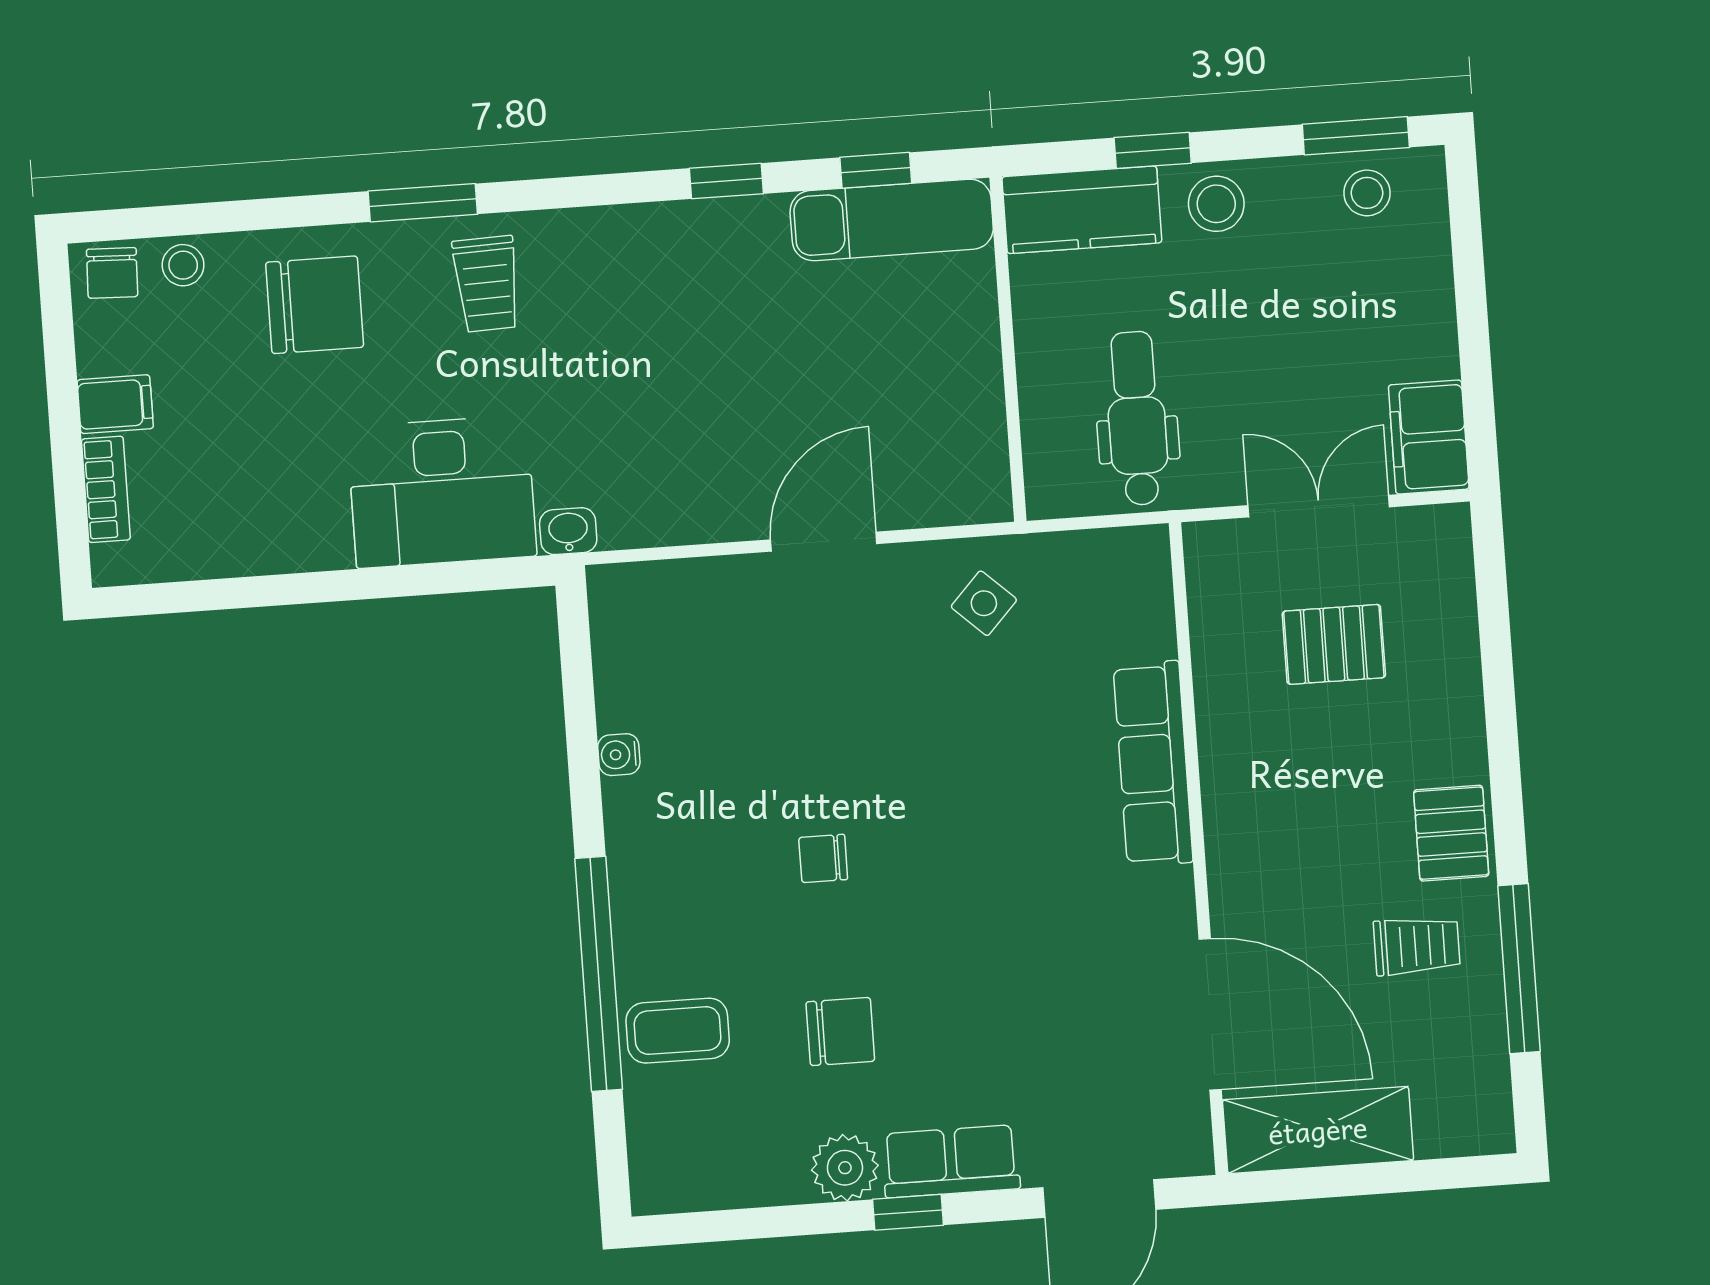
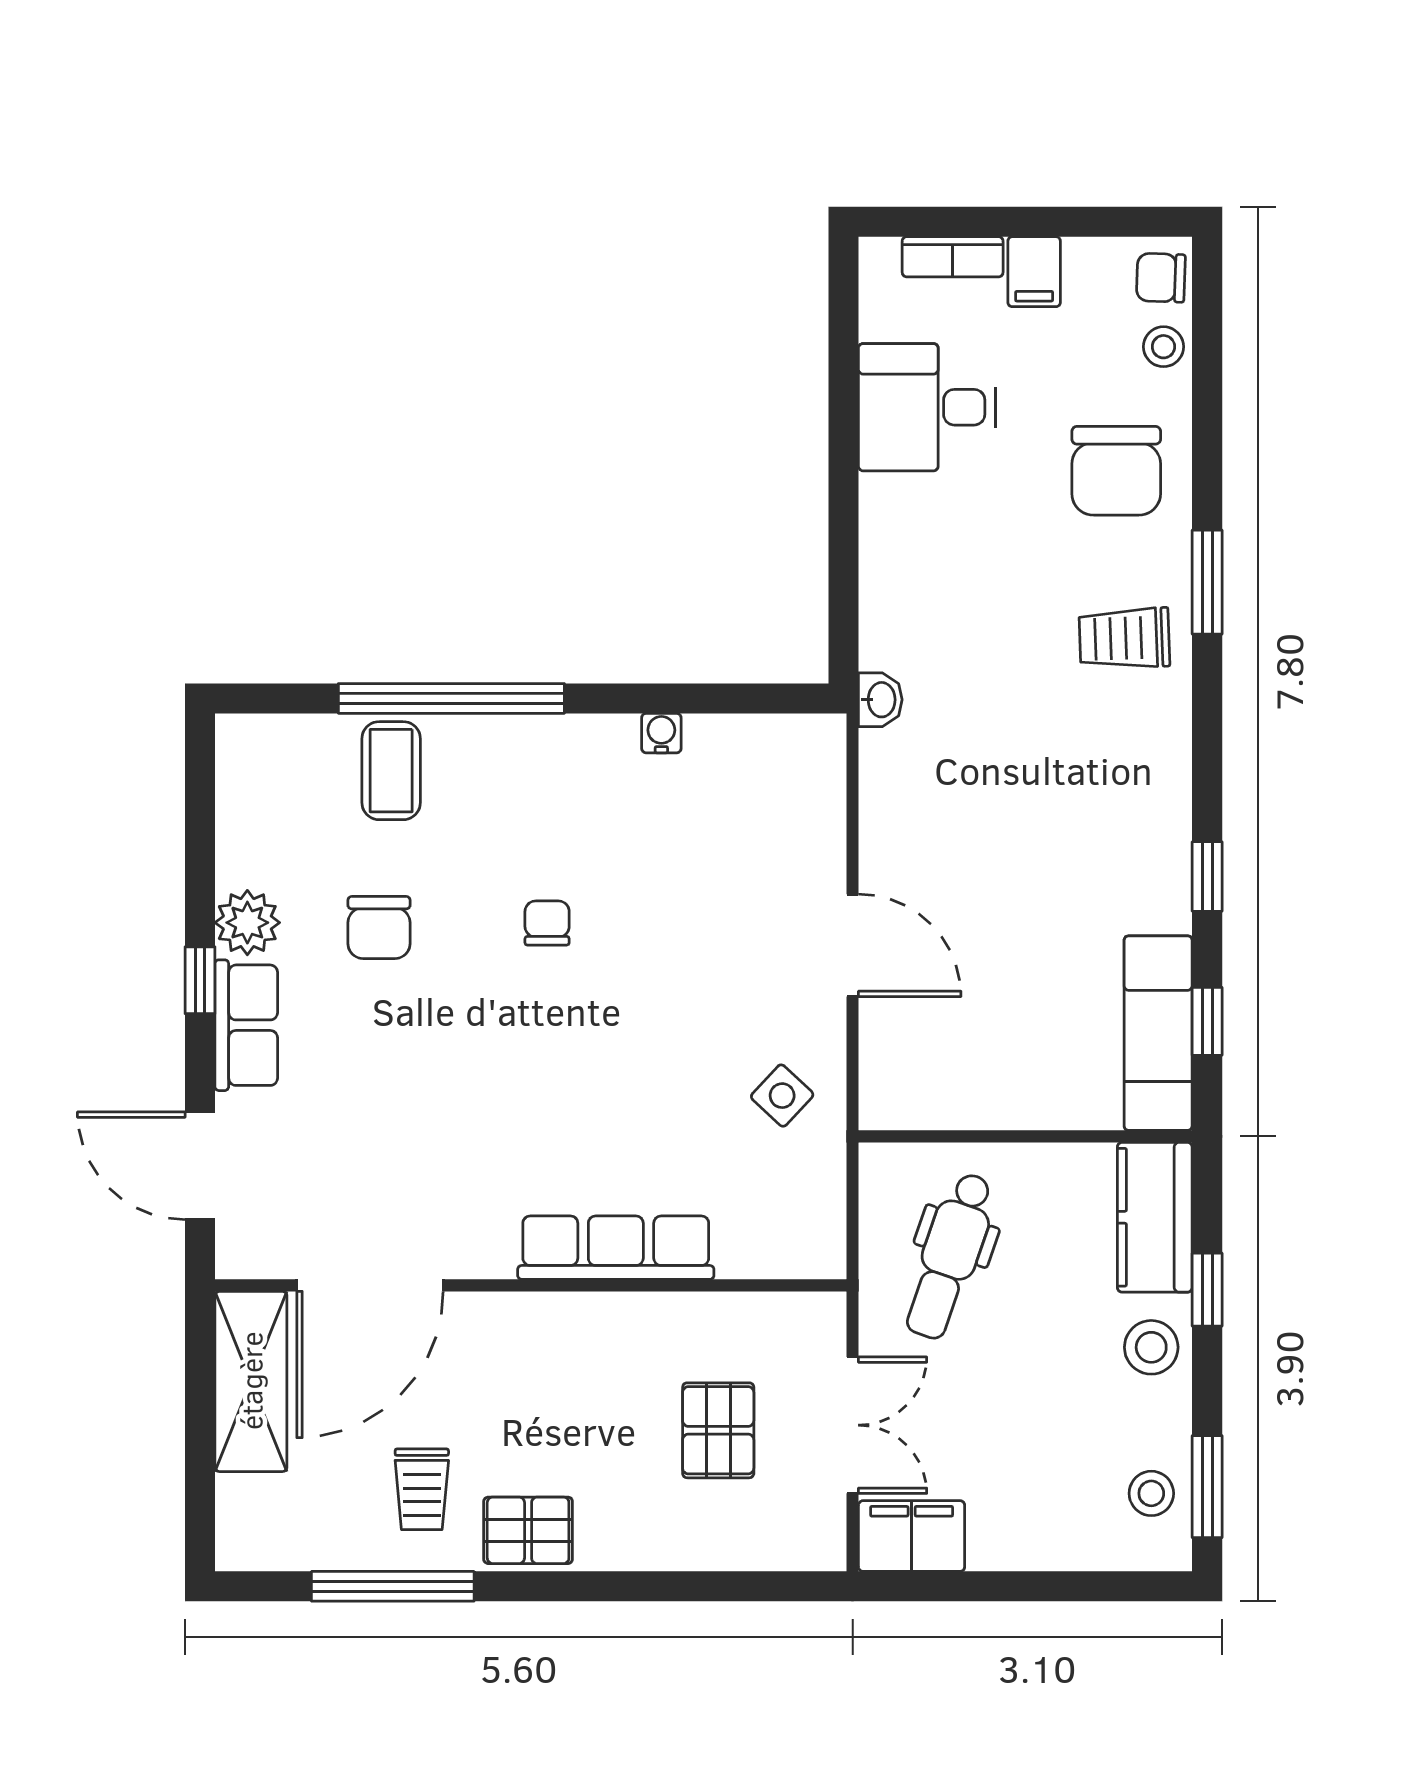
dental chair: (1137, 418) -> (950, 1256), turned 109
desk: (442, 492) -> (927, 407), moved, width x0.73

